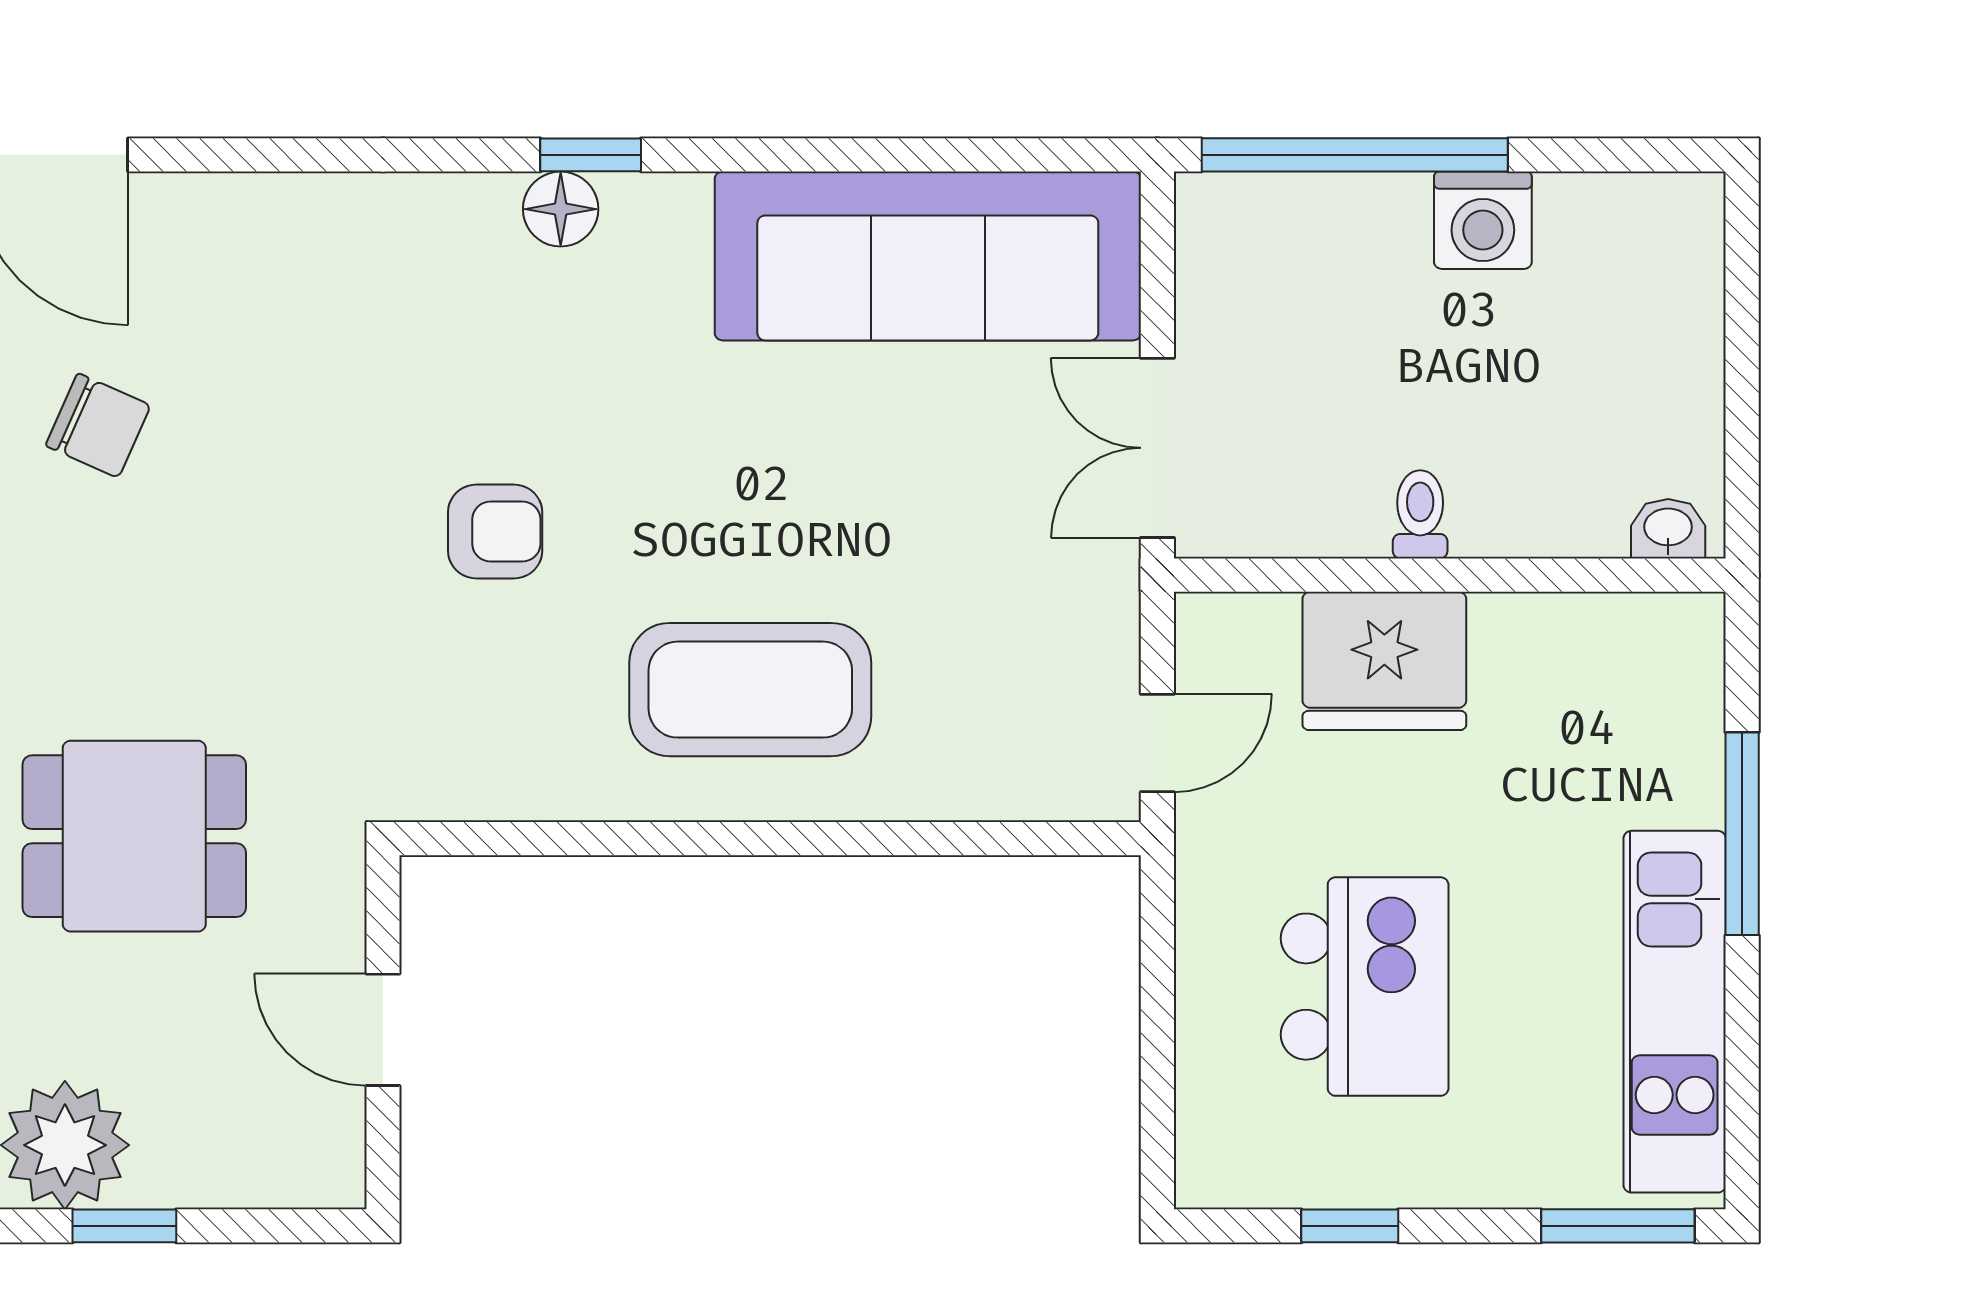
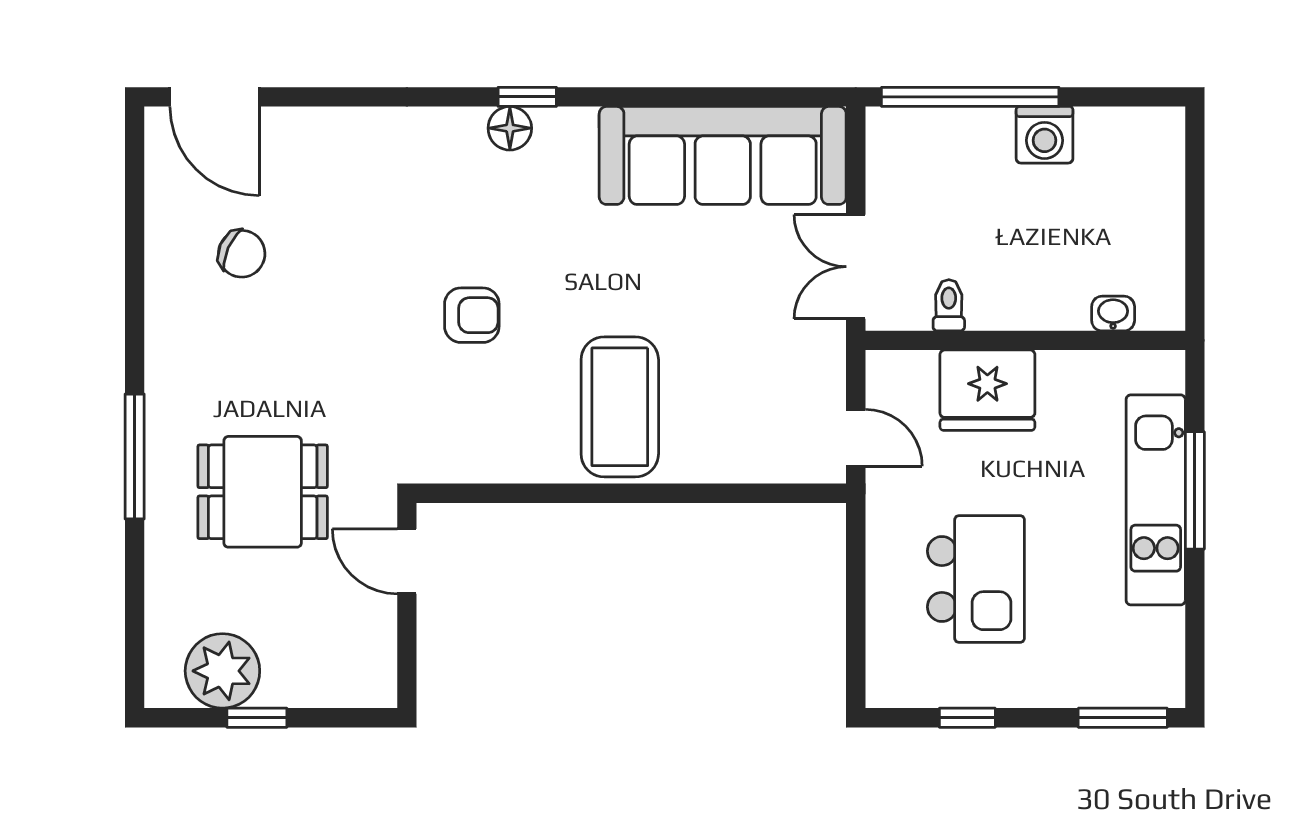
toilet: (1420, 514) -> (949, 305), moved
washbasin: (1668, 529) -> (1113, 314), moved
coffee table: (750, 690) -> (620, 407), turned 90
door: (1157, 743) -> (856, 438), hinge flipped
kitchen unit: (1675, 1012) -> (1156, 500), moved
door: (383, 1030) -> (407, 561), moved

